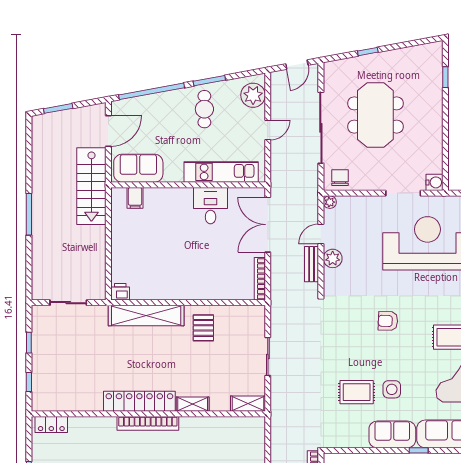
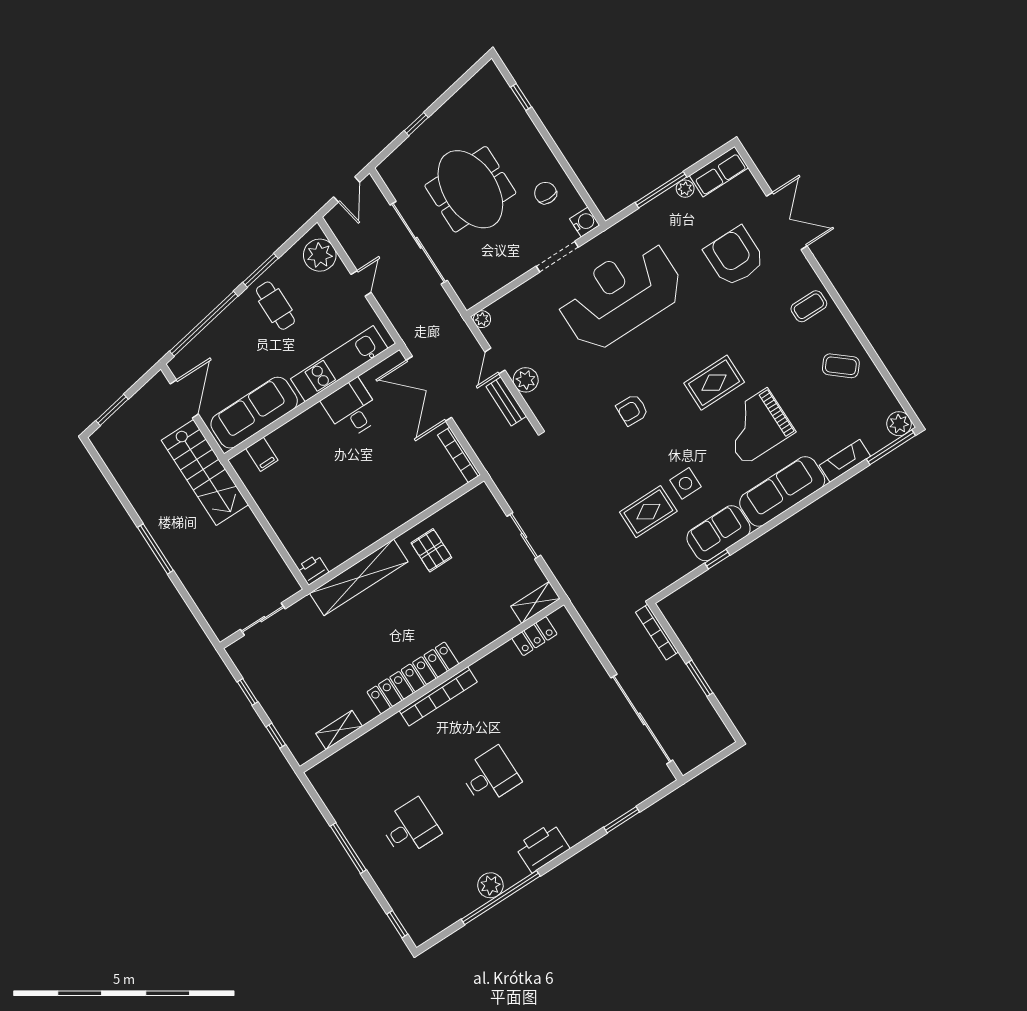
sofa: (138, 168) -> (254, 413), width x1.36
chair: (340, 178) -> (546, 193), moved
shelving: (193, 404) -> (339, 730), moved
locker: (51, 425) -> (535, 636), moved
window: (419, 450) -> (717, 559), moved

